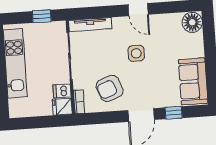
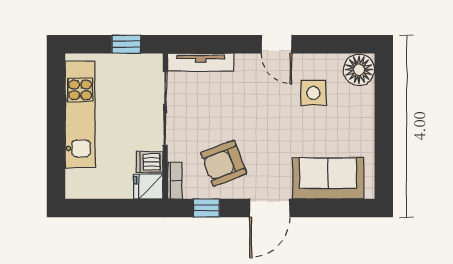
side table: (136, 53) -> (313, 93), moved
sofa: (193, 81) -> (328, 178), moved, turned 90
window: (174, 113) -> (206, 208), moved

